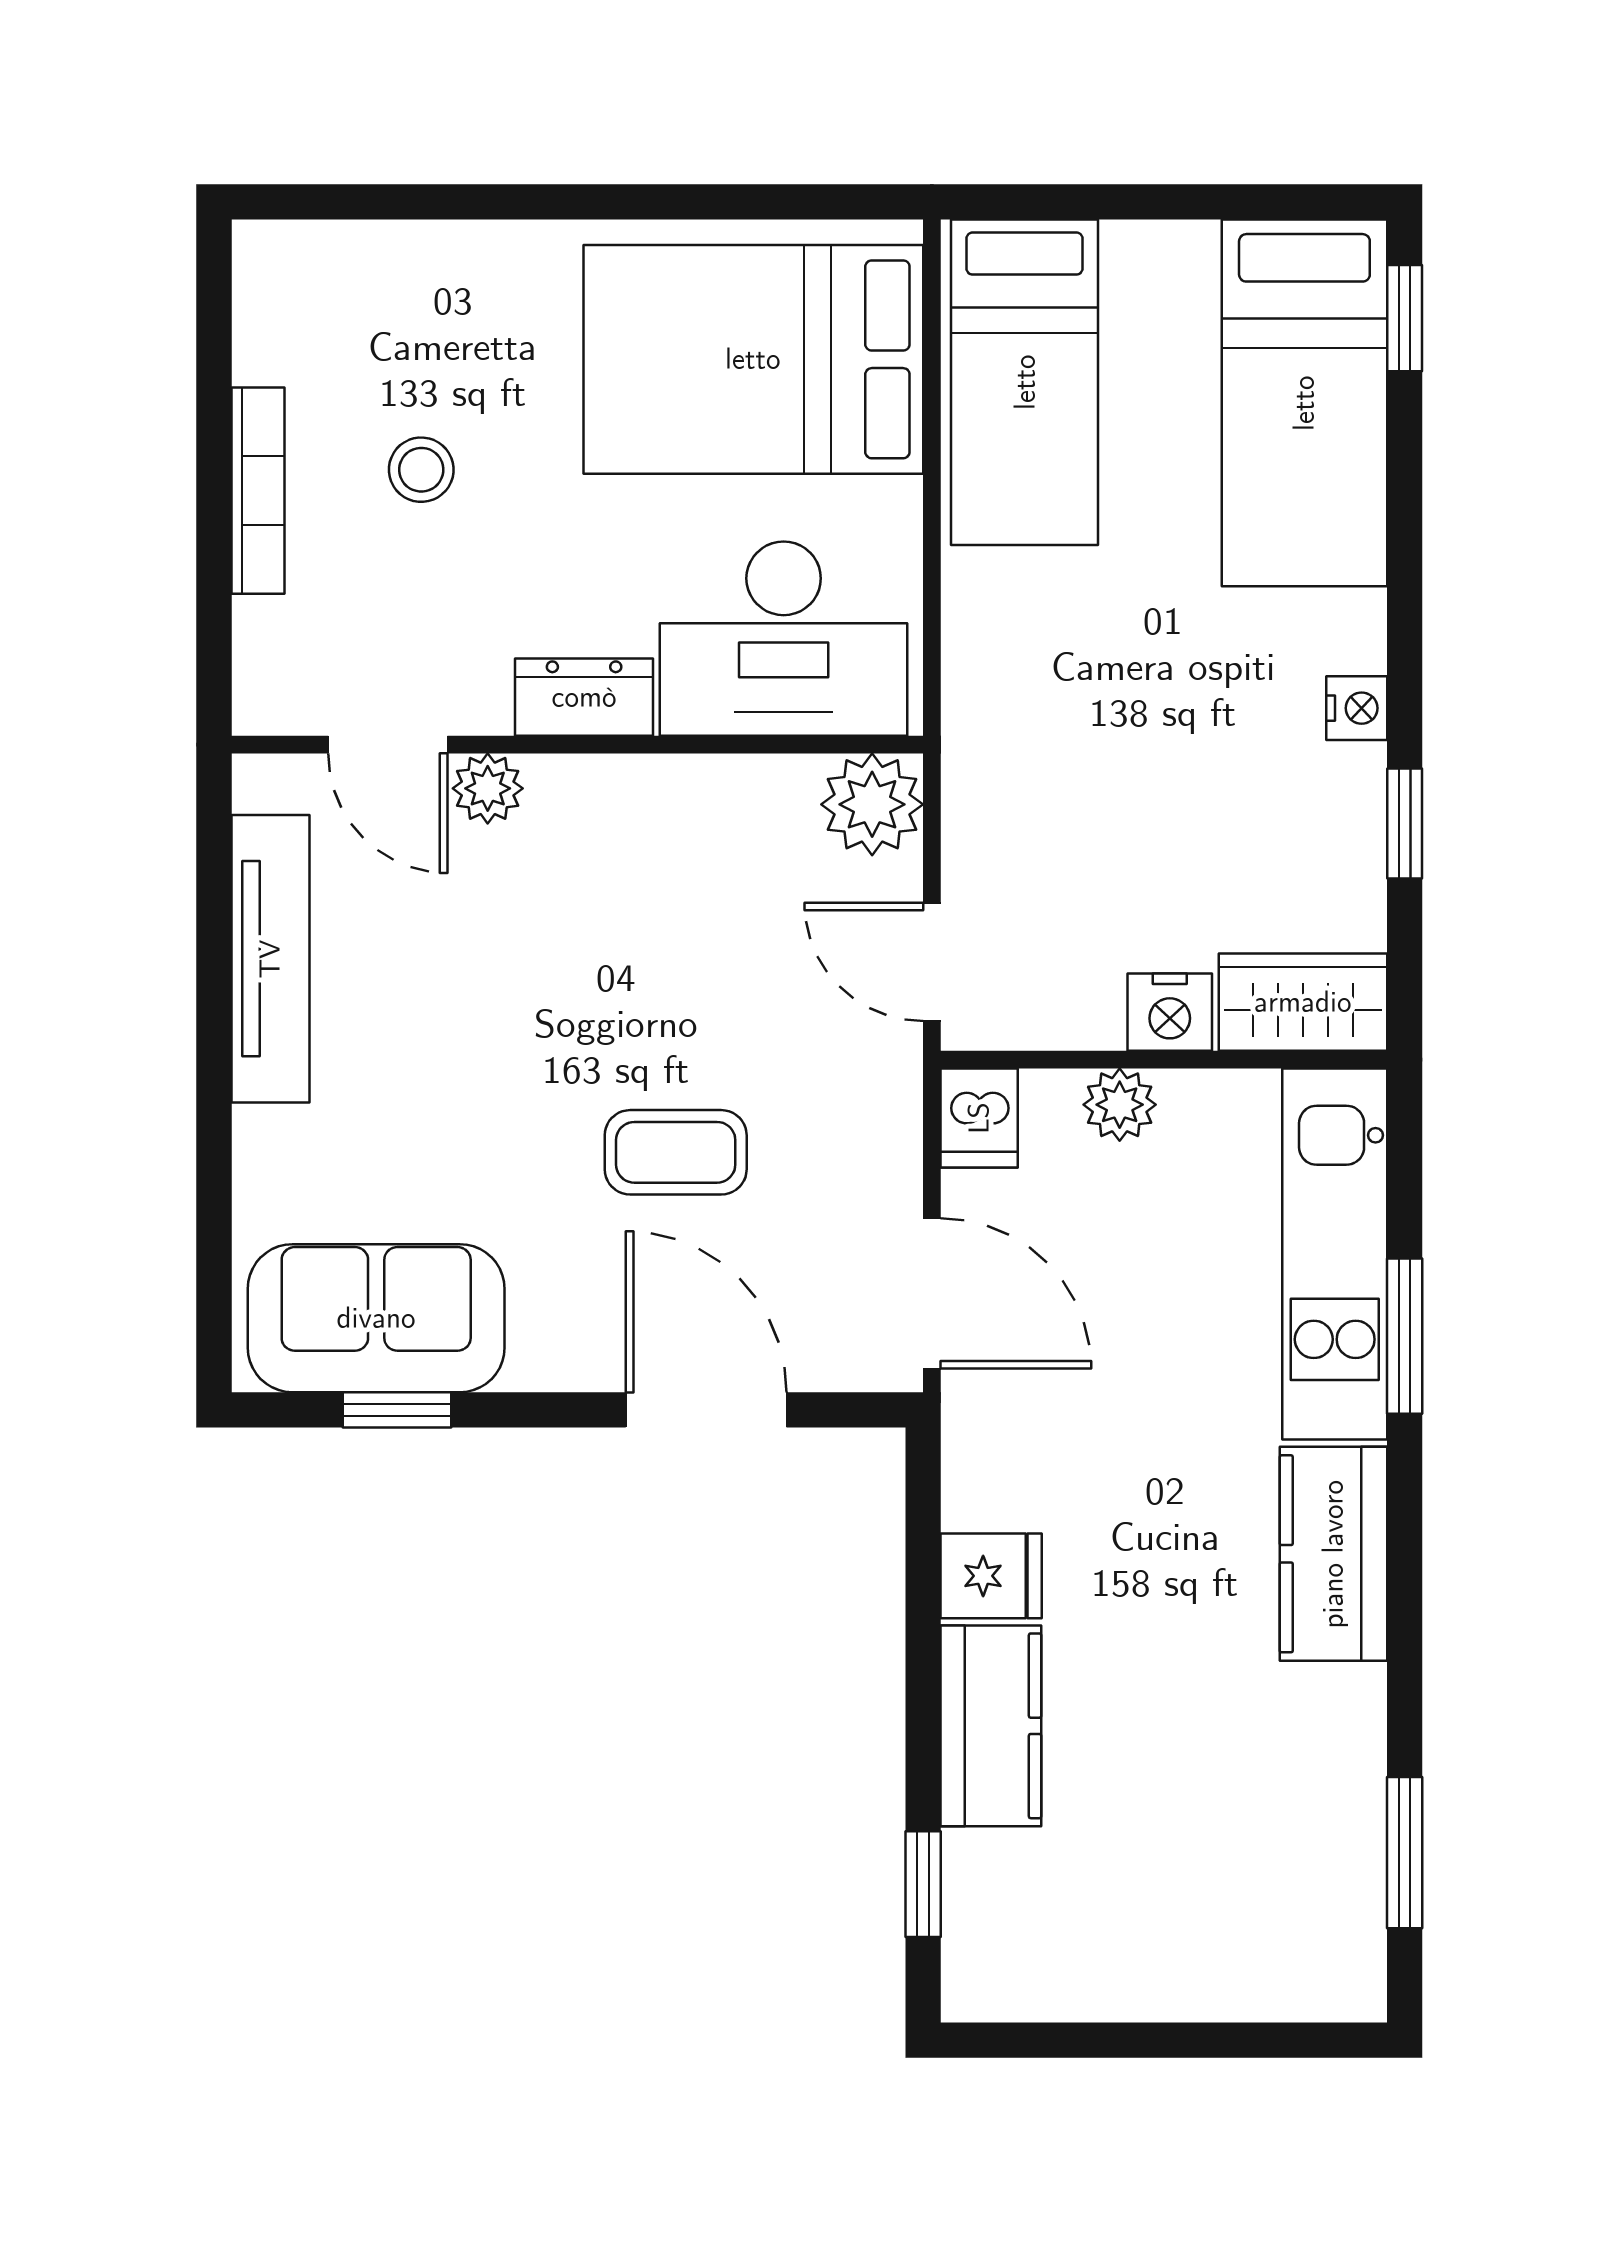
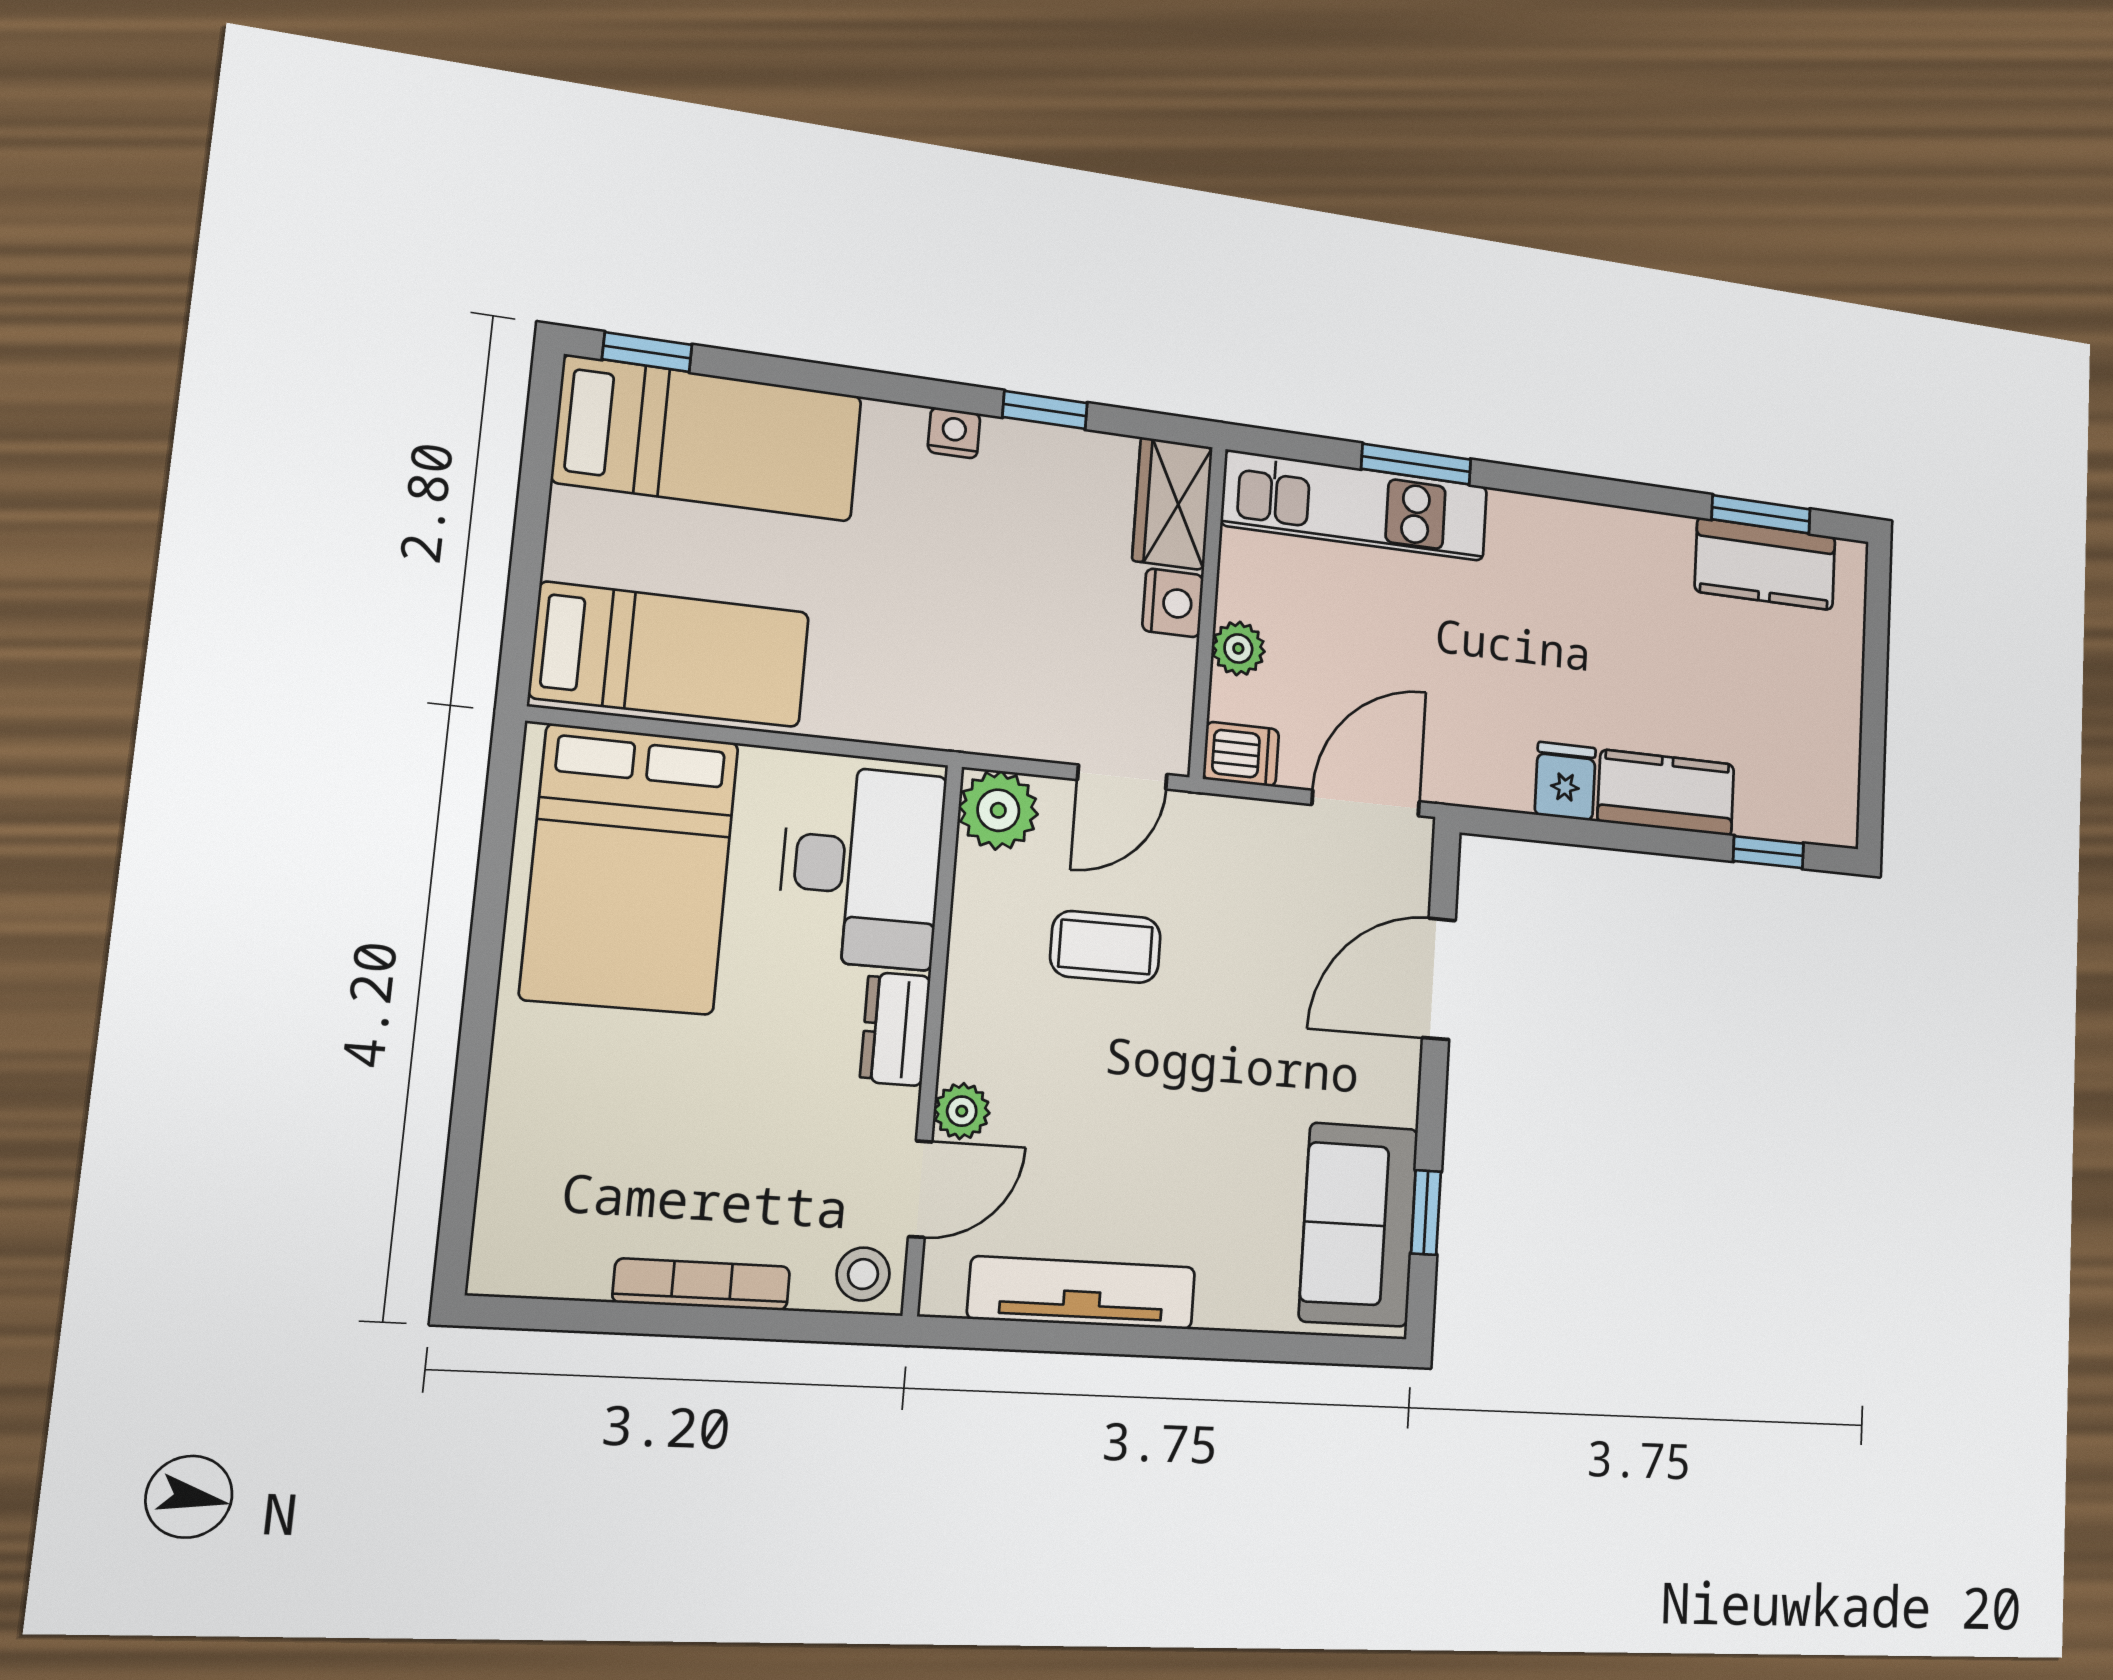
stool: (421, 470) -> (863, 1274), moved
coffee table: (676, 1152) -> (1106, 947), moved, turned 90
kitchen counter: (1333, 1554) -> (1765, 564), moved

